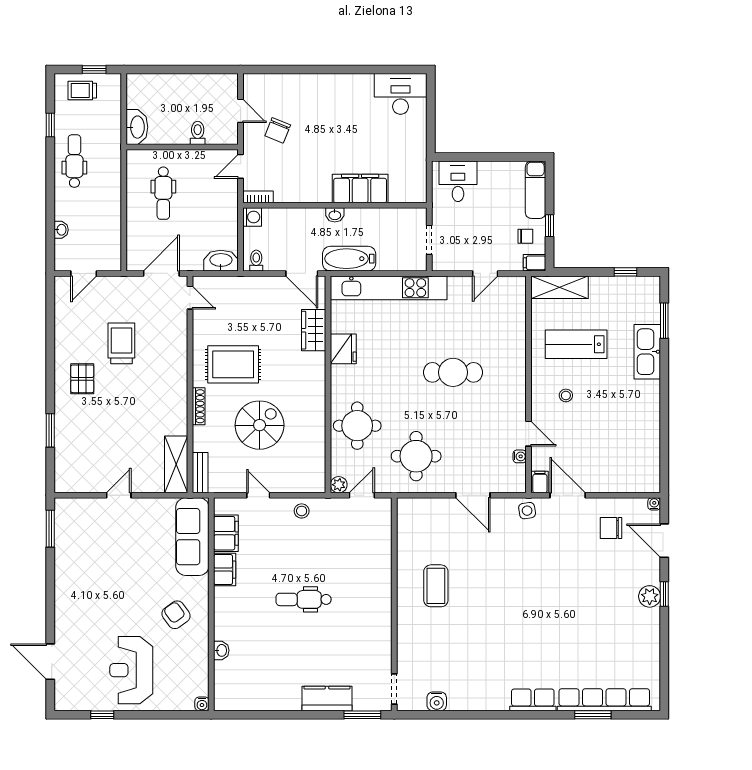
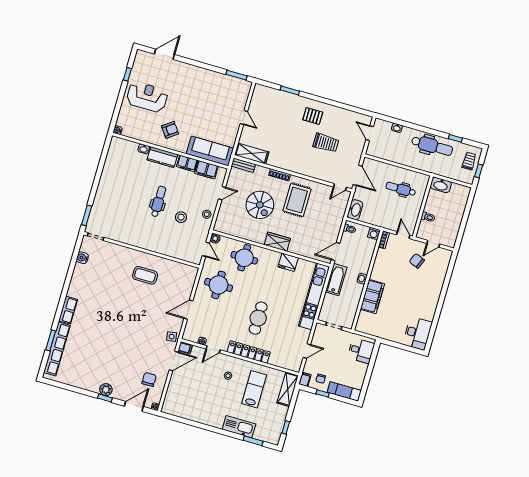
dental chair: (74, 161) -> (432, 146), width x1.36, depth x1.38
door: (485, 273) -> (307, 351), swing flipped
wardrobe: (314, 330) -> (277, 242), moved
locker: (515, 372) -> (249, 352), added
stool: (319, 553) -> (181, 217), added
kitchen counter: (327, 698) -> (162, 157), moved, turned 90

